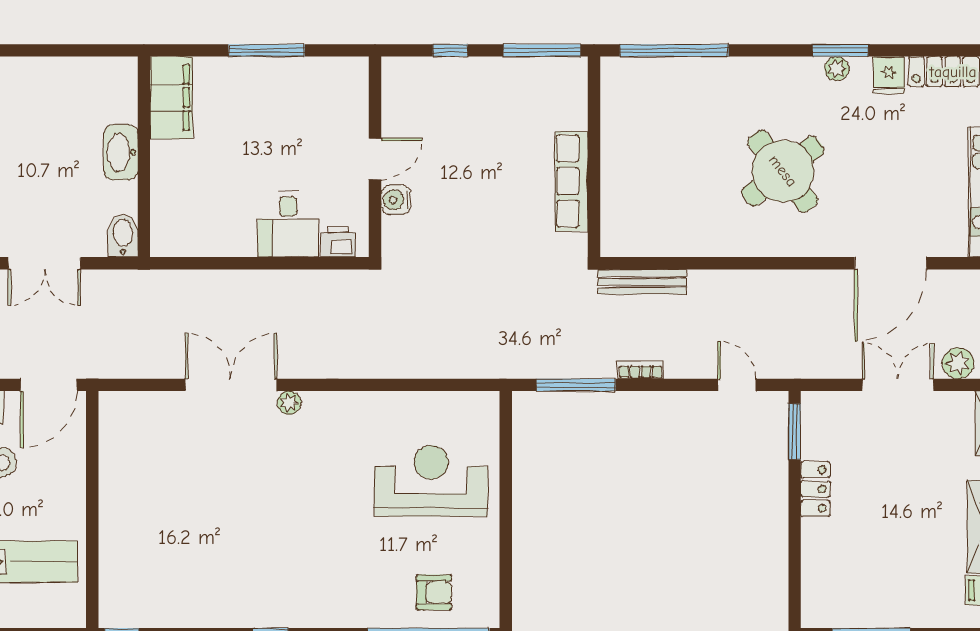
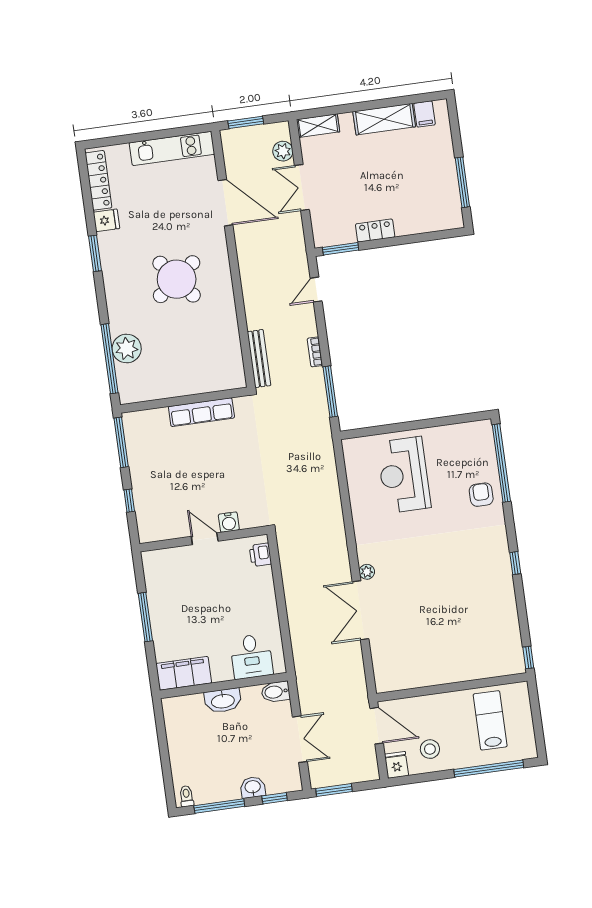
plant: (837, 69) -> (127, 349), moved, width x1.87, depth x1.87
desk: (288, 224) -> (251, 656), moved, turned 90
armchair: (434, 592) -> (481, 495), moved

